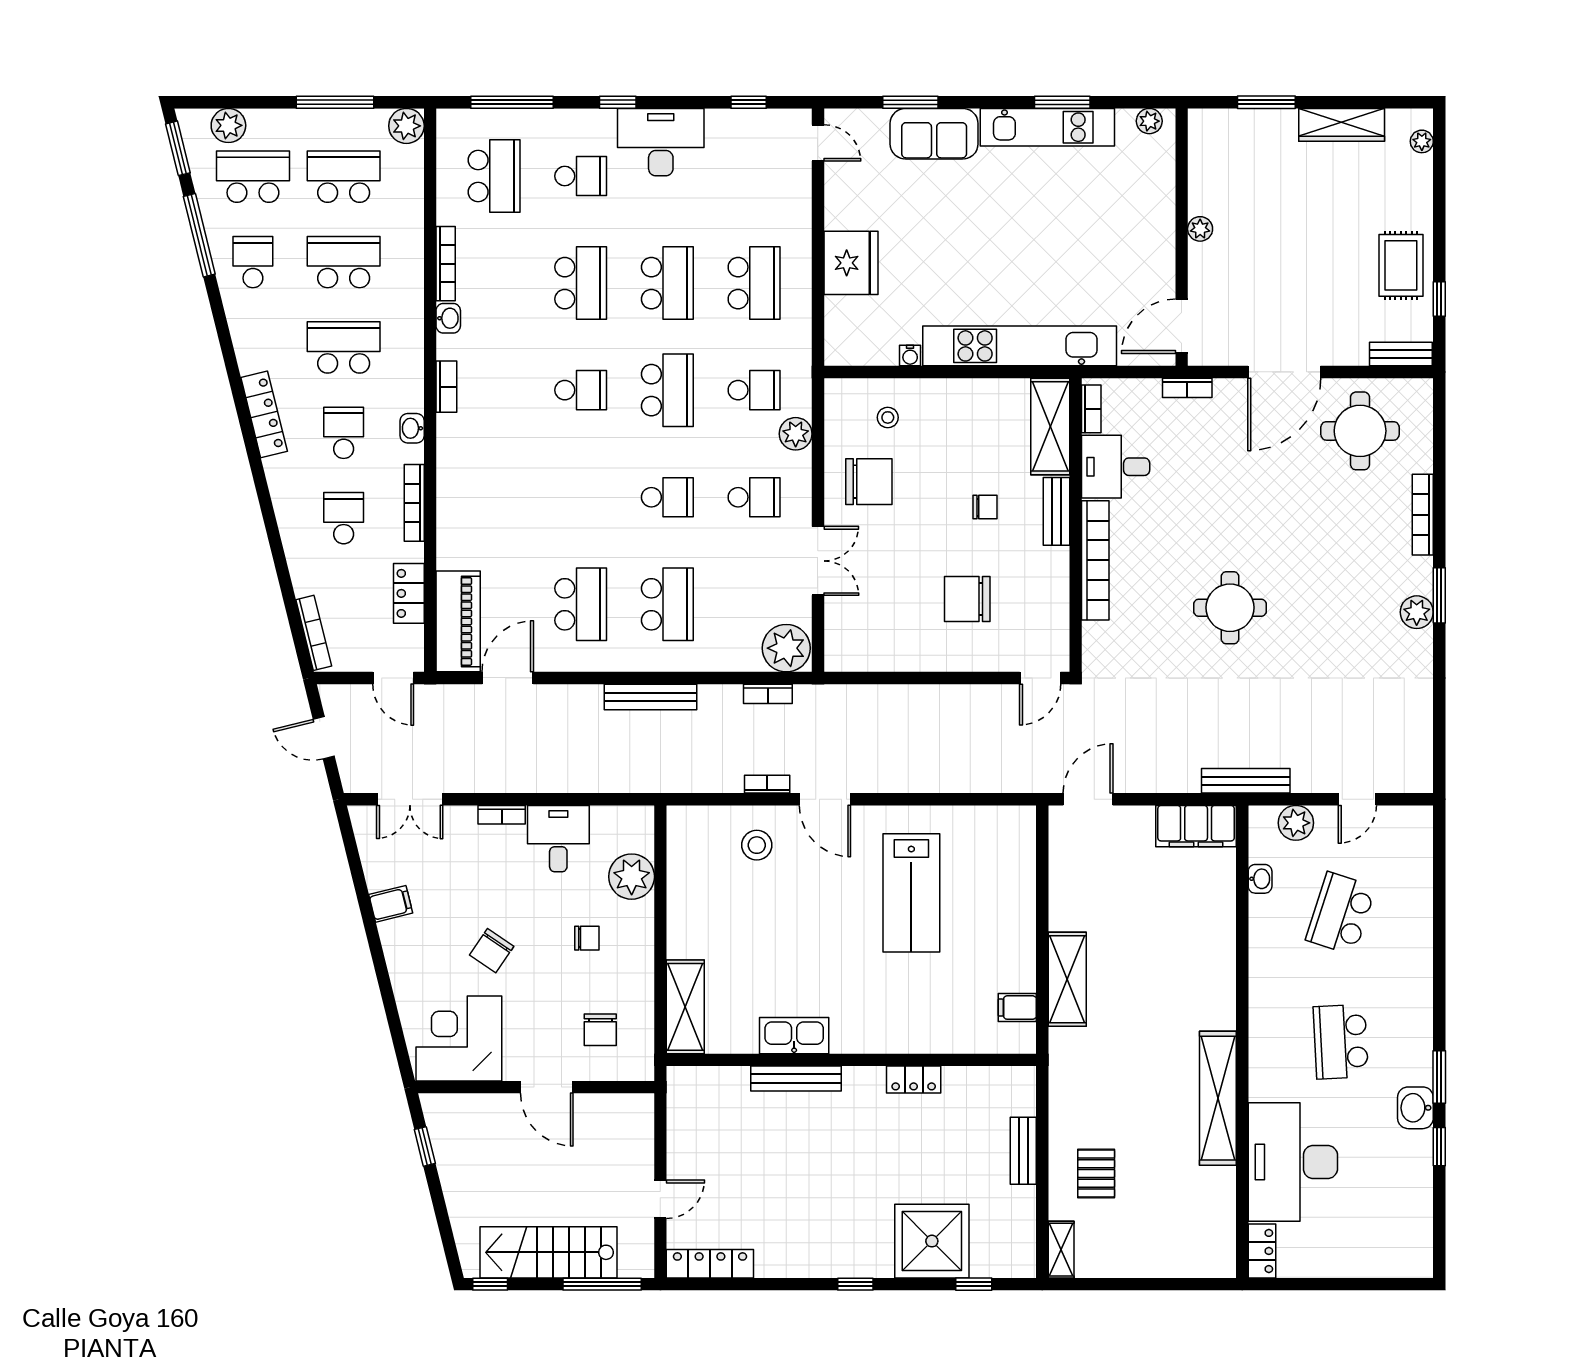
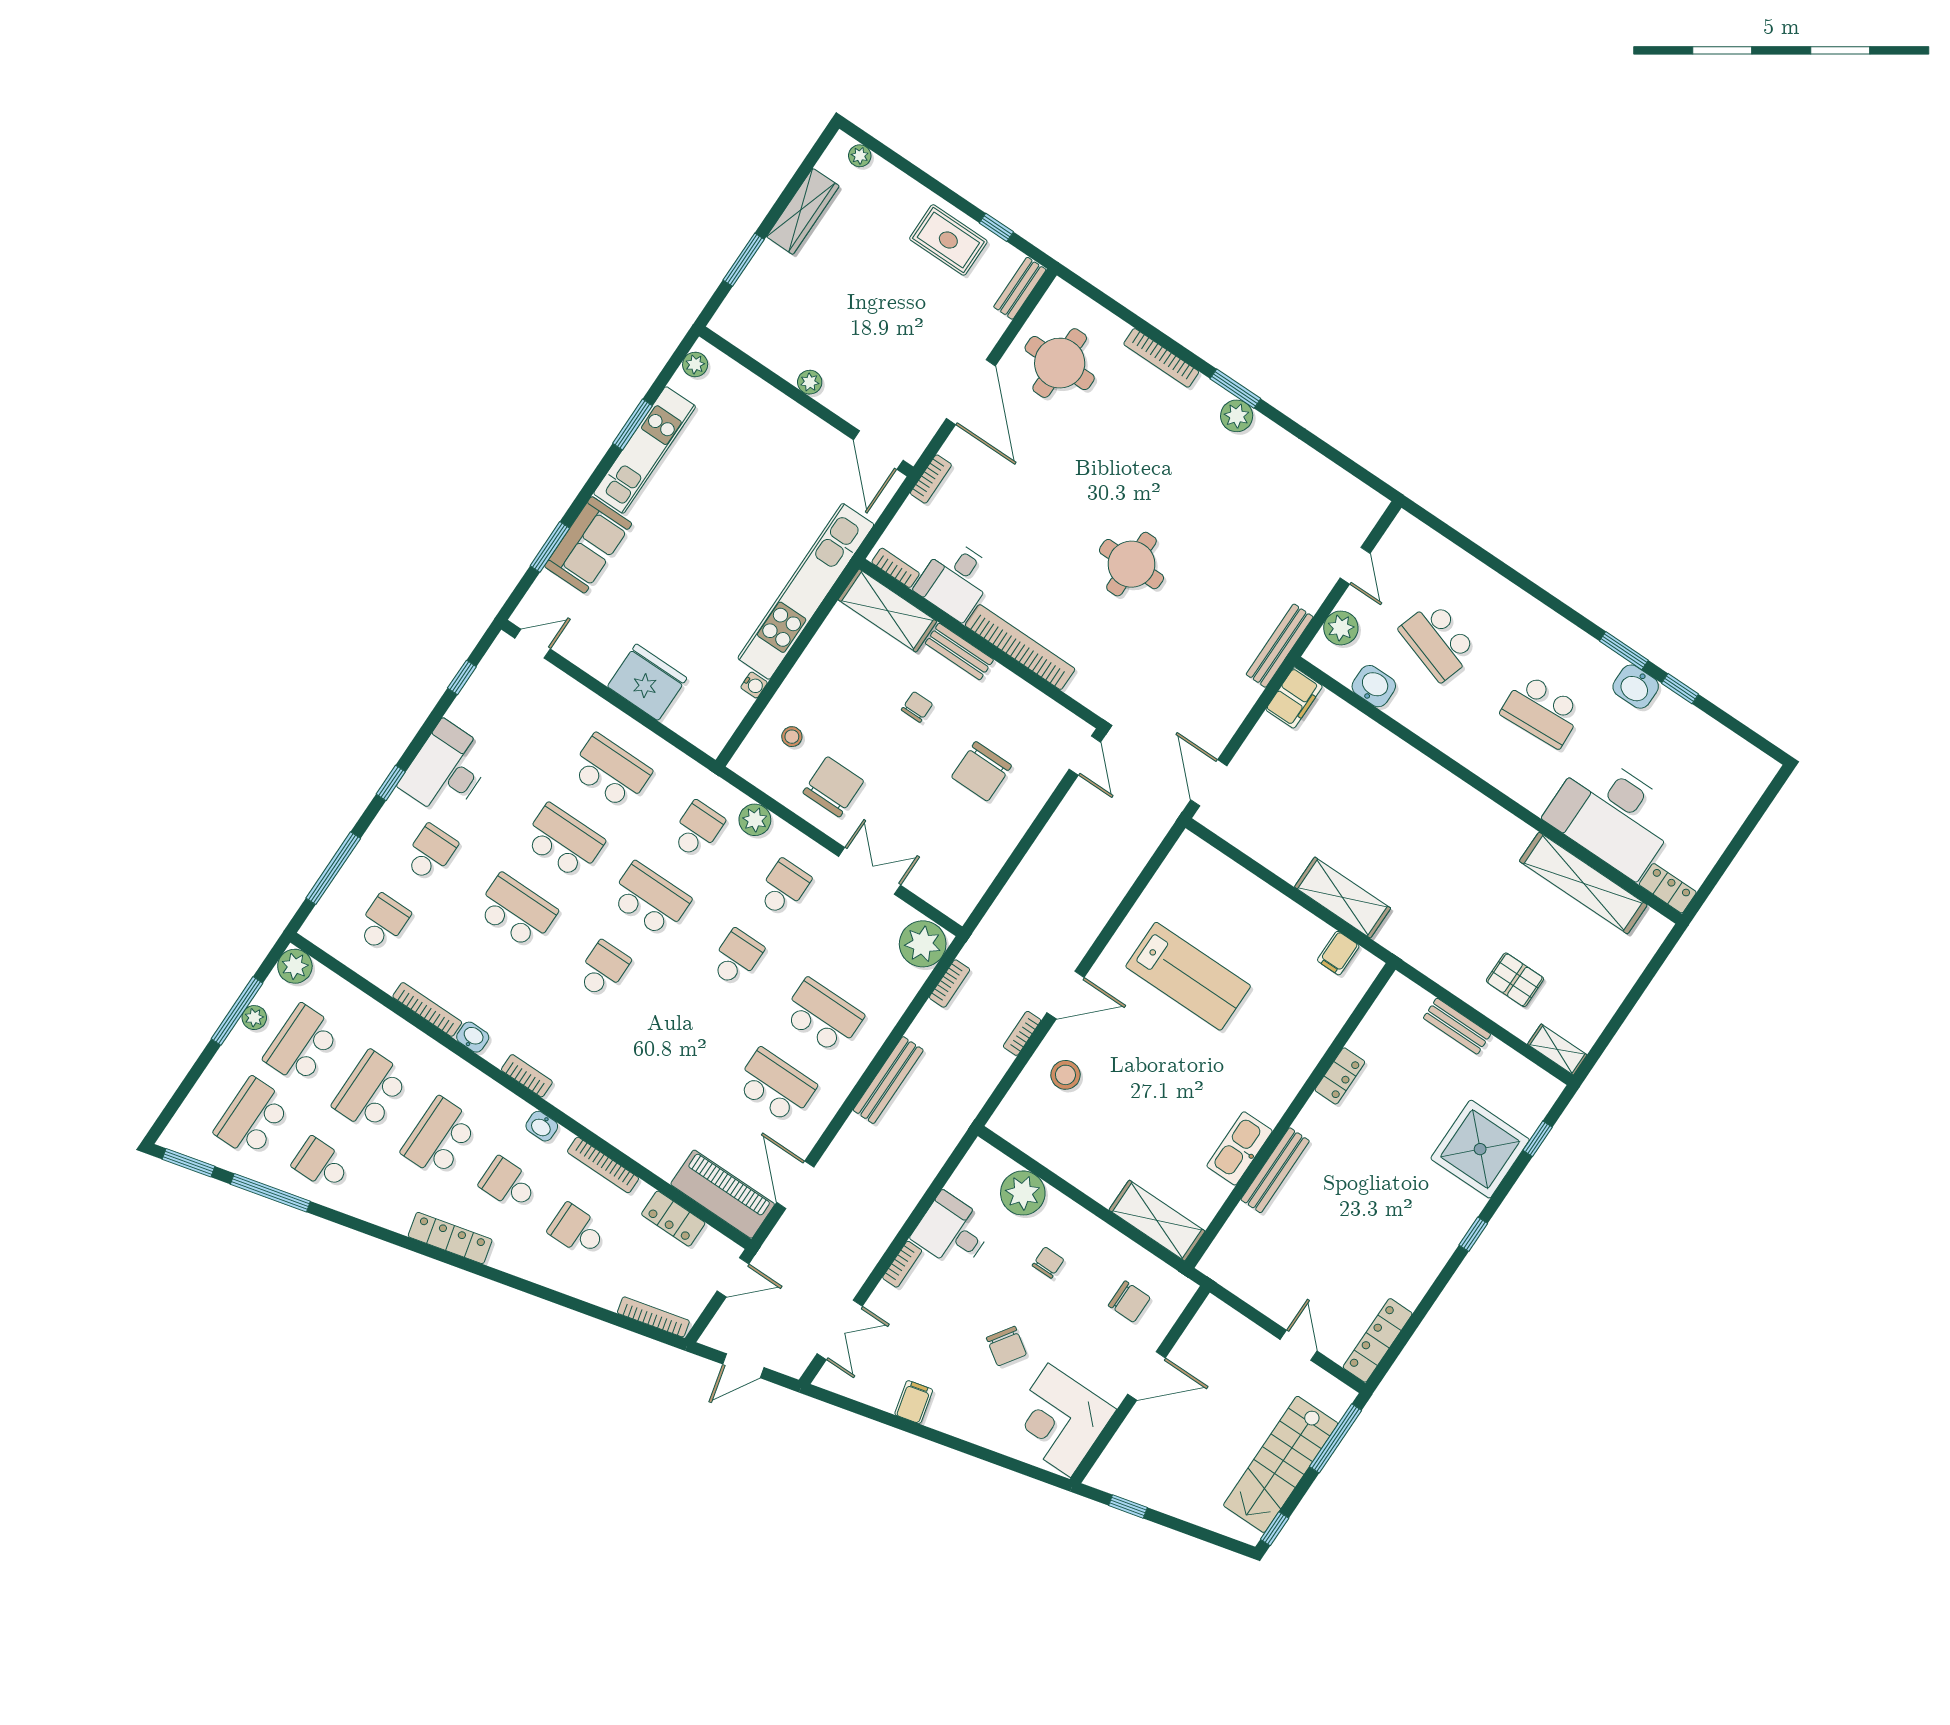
plant: (228, 125) -> (254, 1018), moved, width x0.73, depth x0.73
school desk: (494, 176) -> (383, 923), width x0.54
filing cabinet: (1196, 826) -> (1294, 698), width x0.67, depth x0.86
washbasin: (1260, 879) -> (1374, 686), width x1.38, depth x1.45
shelving: (1218, 1098) -> (1583, 883), moved

